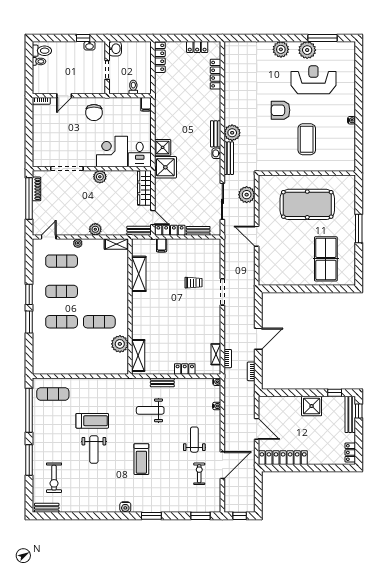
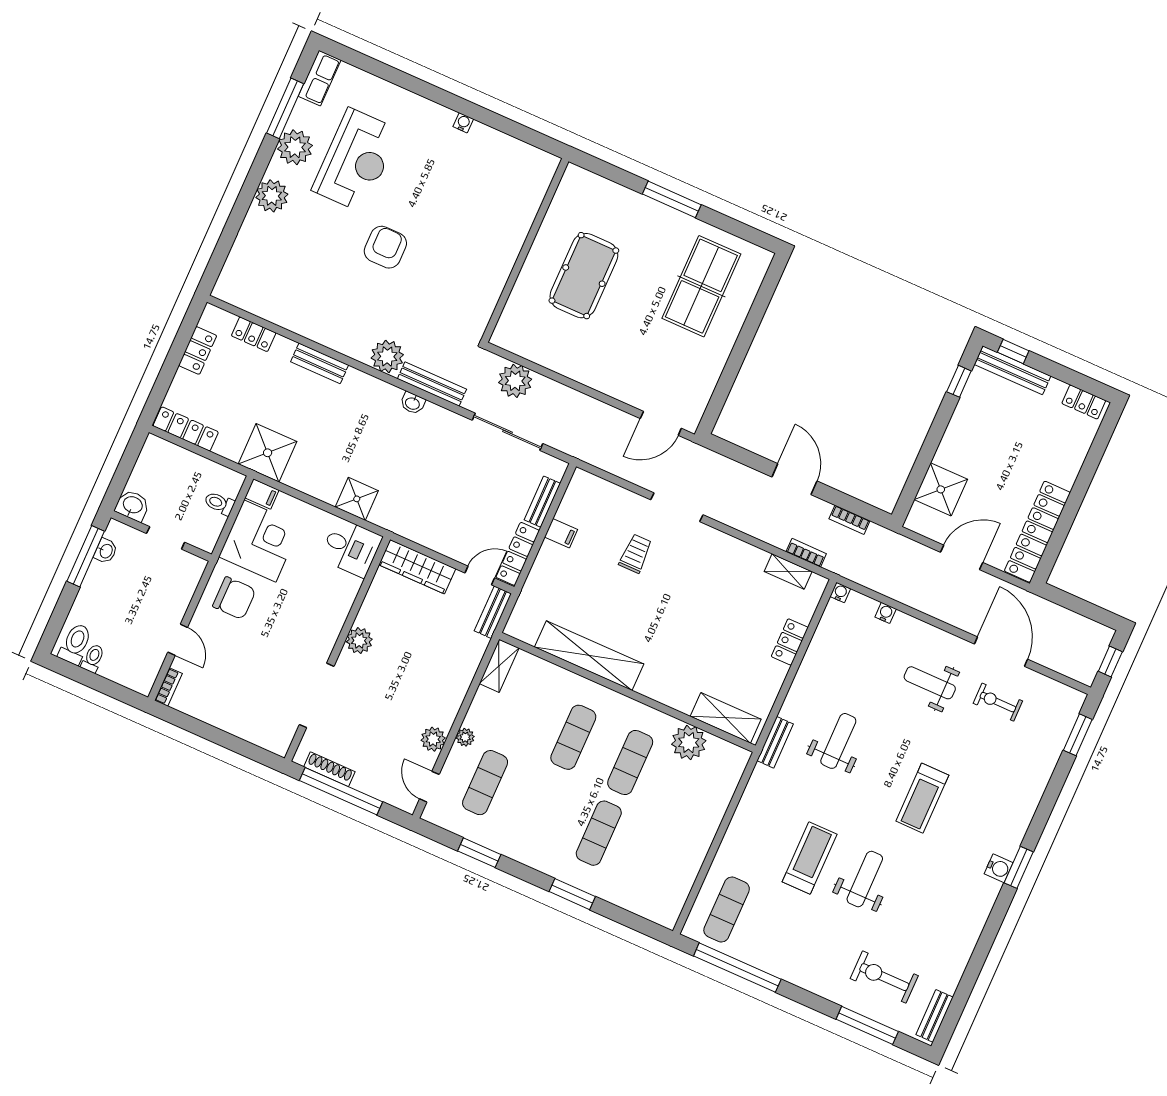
window: (83, 38) -> (86, 556), width x2.17
row of seats: (343, 47) -> (320, 78), added
locker: (216, 74) -> (254, 334), width x0.66
reception desk: (313, 80) -> (356, 160), turned 180
armchair: (281, 110) -> (385, 247), turned 180
bench: (216, 134) -> (320, 363), moved
coffee table: (307, 139) -> (461, 222), removed
corner desk: (112, 152) -> (260, 541), moved, turned 180
shower: (165, 167) -> (268, 453), moved
pool table: (307, 204) -> (584, 276), width x0.73, depth x0.76
plant: (95, 229) -> (433, 739), moved
door: (257, 236) -> (661, 423), moved
filing cabinet: (162, 245) -> (561, 533), moved
table tennis table: (326, 259) -> (701, 286), turned 90
shelving: (139, 274) -> (589, 656), width x1.47
exercise mat: (62, 291) -> (573, 737), moved
window: (29, 294) -> (479, 853), moved
bench: (162, 382) -> (775, 742), moved
shower: (312, 406) -> (941, 489), moved
weight bench: (150, 410) -> (838, 741), turned 180
weight bench: (94, 450) -> (865, 879), turned -90
treadmill: (141, 459) -> (922, 798), turned 90
window: (29, 460) -> (867, 1025), moved
exercise bike: (54, 478) -> (884, 977), turned 180
window: (151, 516) -> (1019, 867), moved

